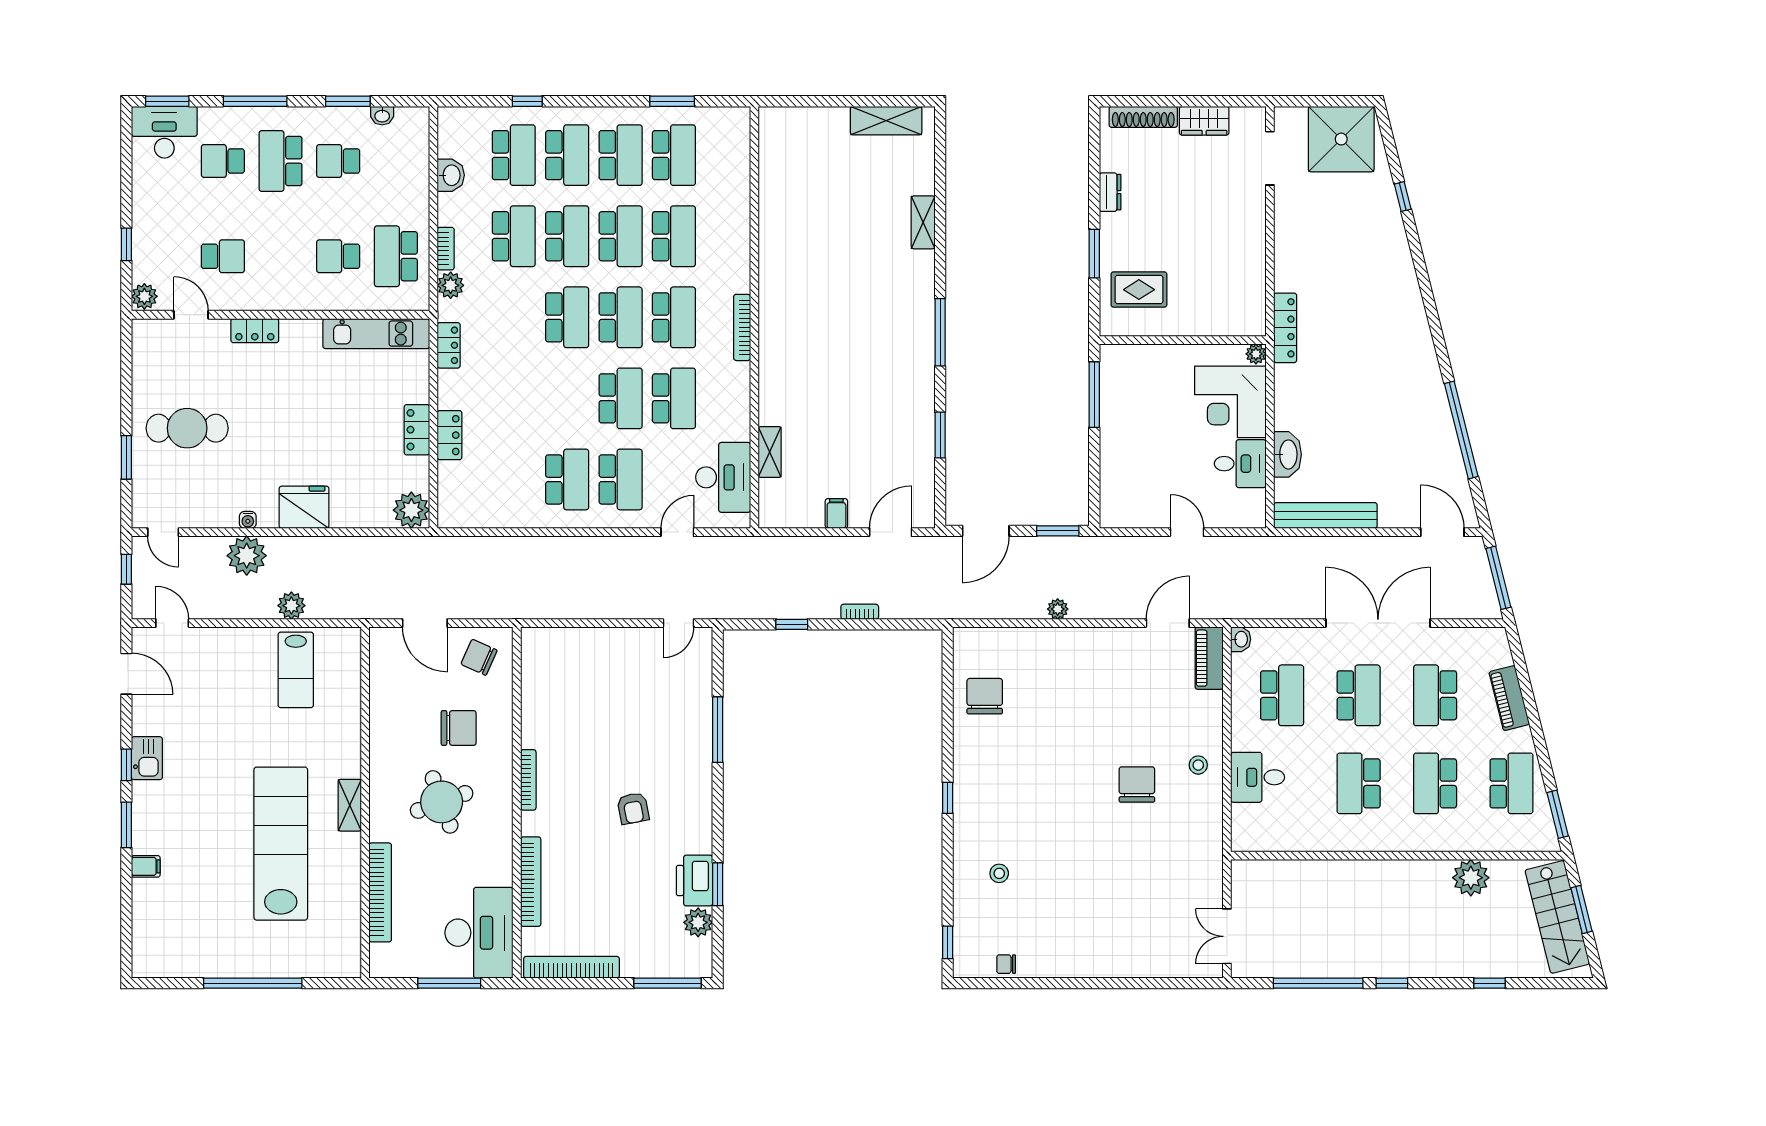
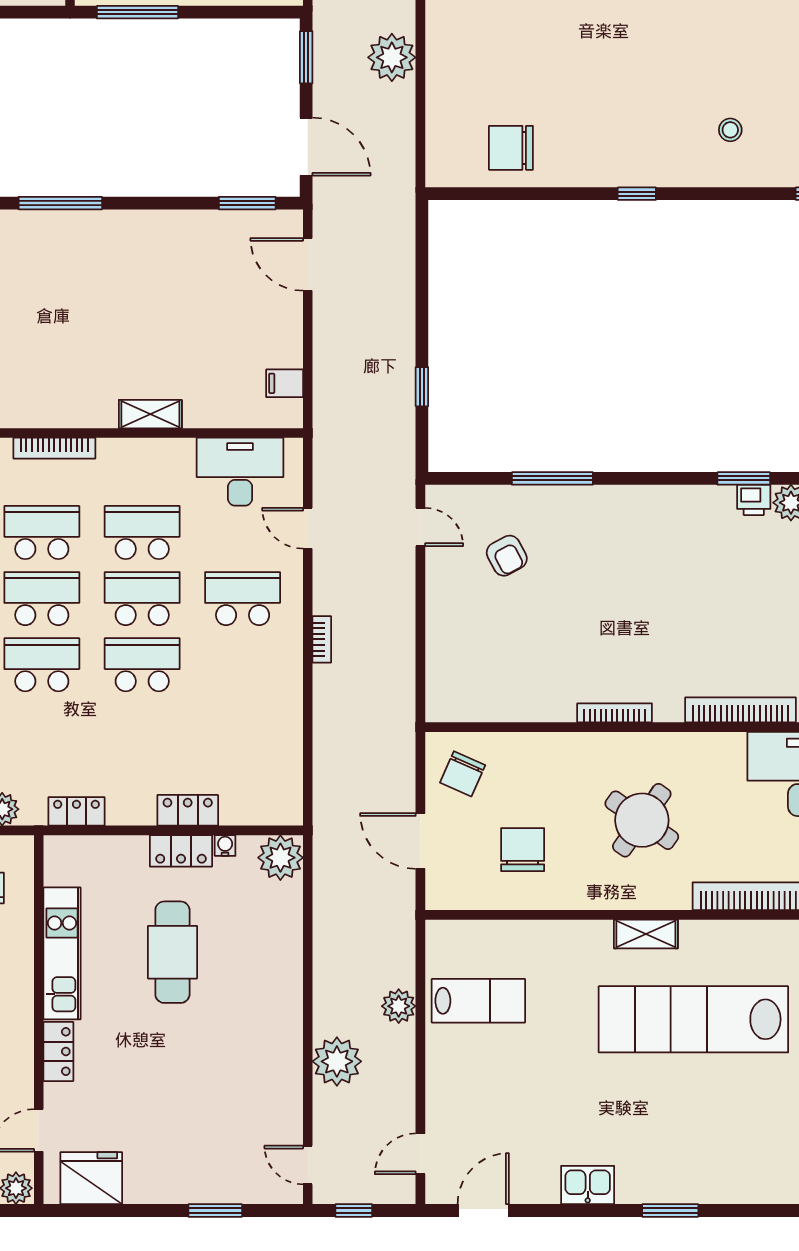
kitchen unit: (376, 334) -> (62, 953), moved
cafe table: (187, 428) -> (172, 952), moved
window: (940, 435) -> (247, 203), moved
shelving: (770, 452) -> (150, 414), moved
school desk: (567, 479) -> (142, 665), moved
fridge: (304, 507) -> (91, 1178), moved, turned 90
filing cabinet: (836, 513) -> (285, 383), moved
water cooler: (248, 520) -> (225, 845), moved, turned -90
door: (163, 532) -> (308, 1165), swing flipped
plant: (1058, 609) -> (392, 57), width x1.88, depth x1.88
bookcase: (860, 612) -> (322, 639), moved, turned 180
door: (425, 623) -> (420, 841), swing flipped
chair: (459, 728) -> (523, 850), moved
window: (126, 765) -> (596, 1211), removed
round table: (442, 802) -> (642, 820), turned -35
armchair: (633, 808) -> (507, 556), moved, turned 73
filing cabinet: (146, 866) -> (722, 1186), removed
printer: (694, 881) -> (754, 500), width x0.53, depth x0.68

